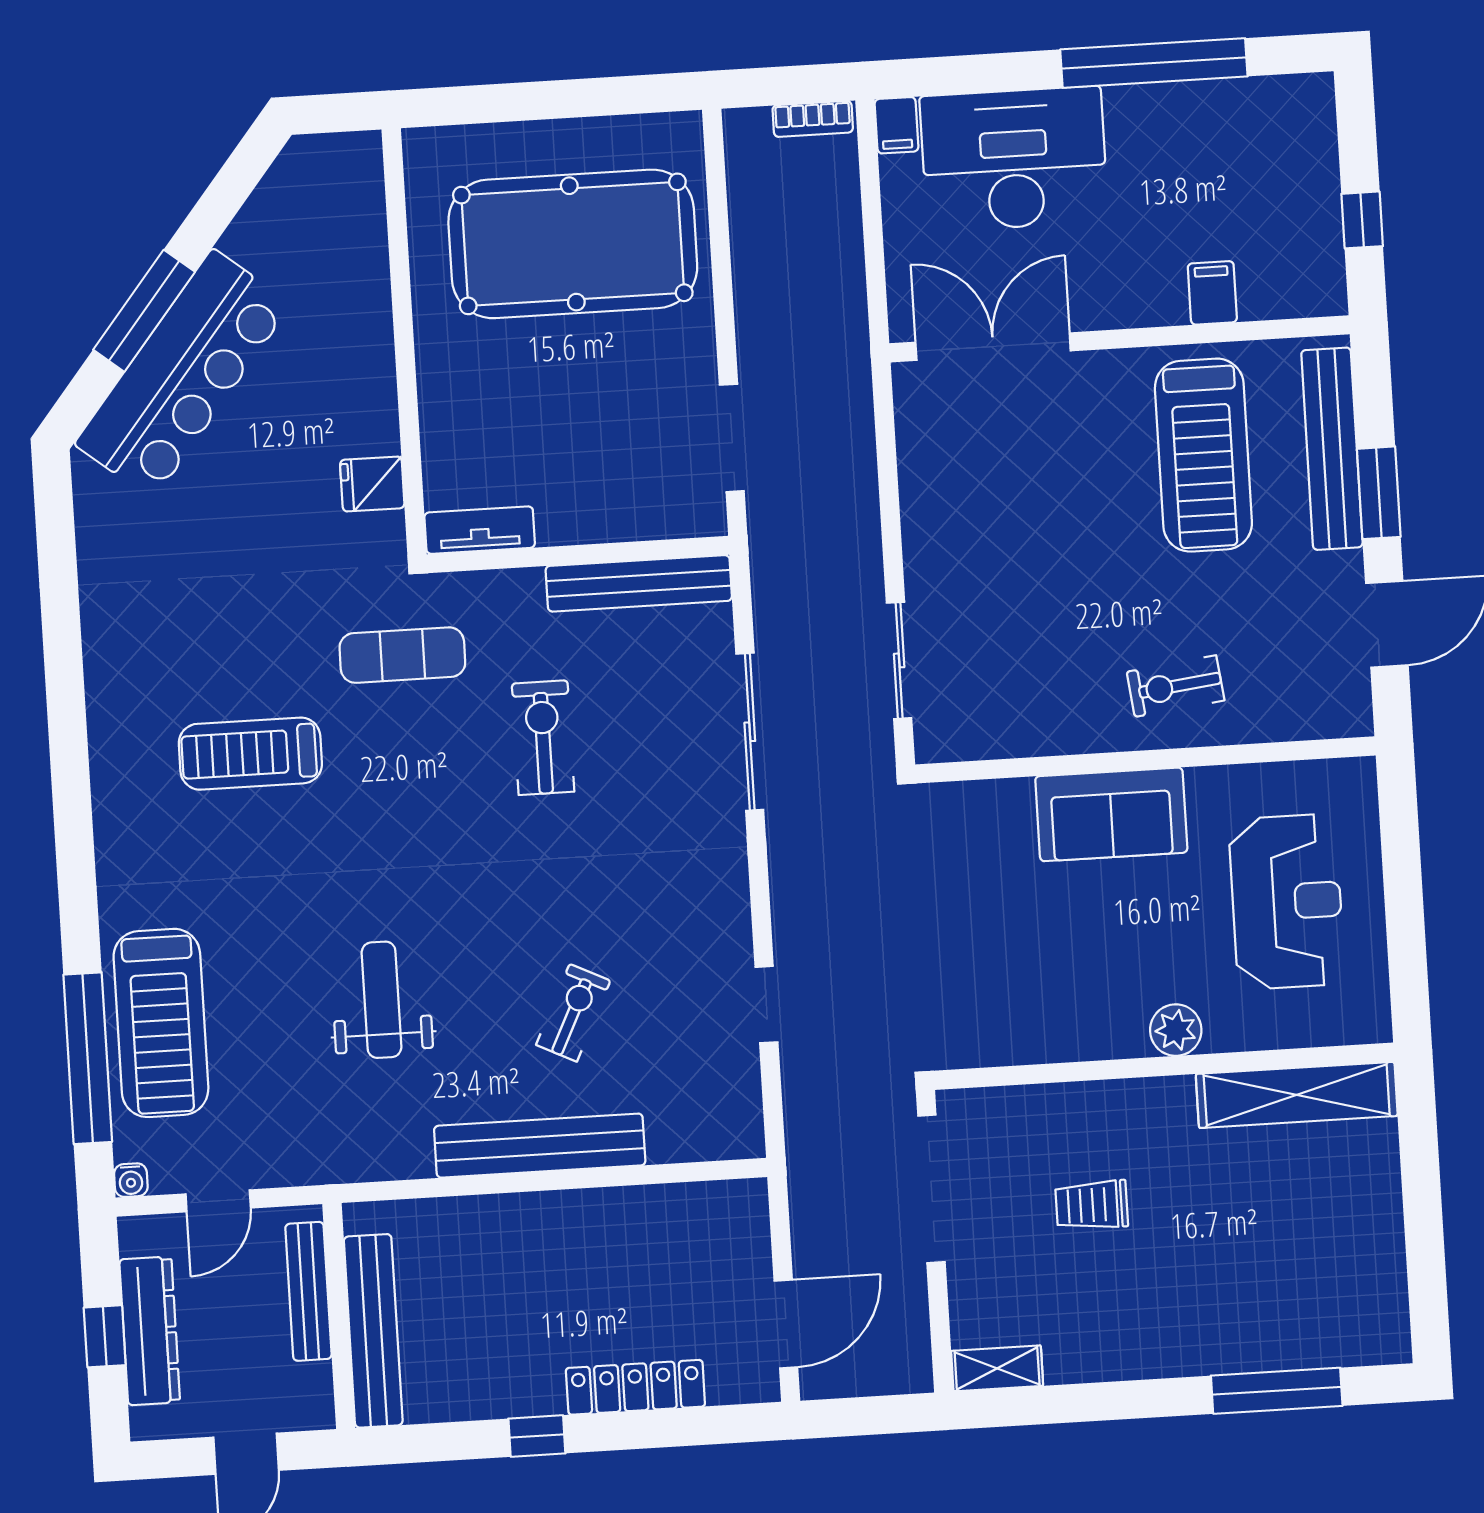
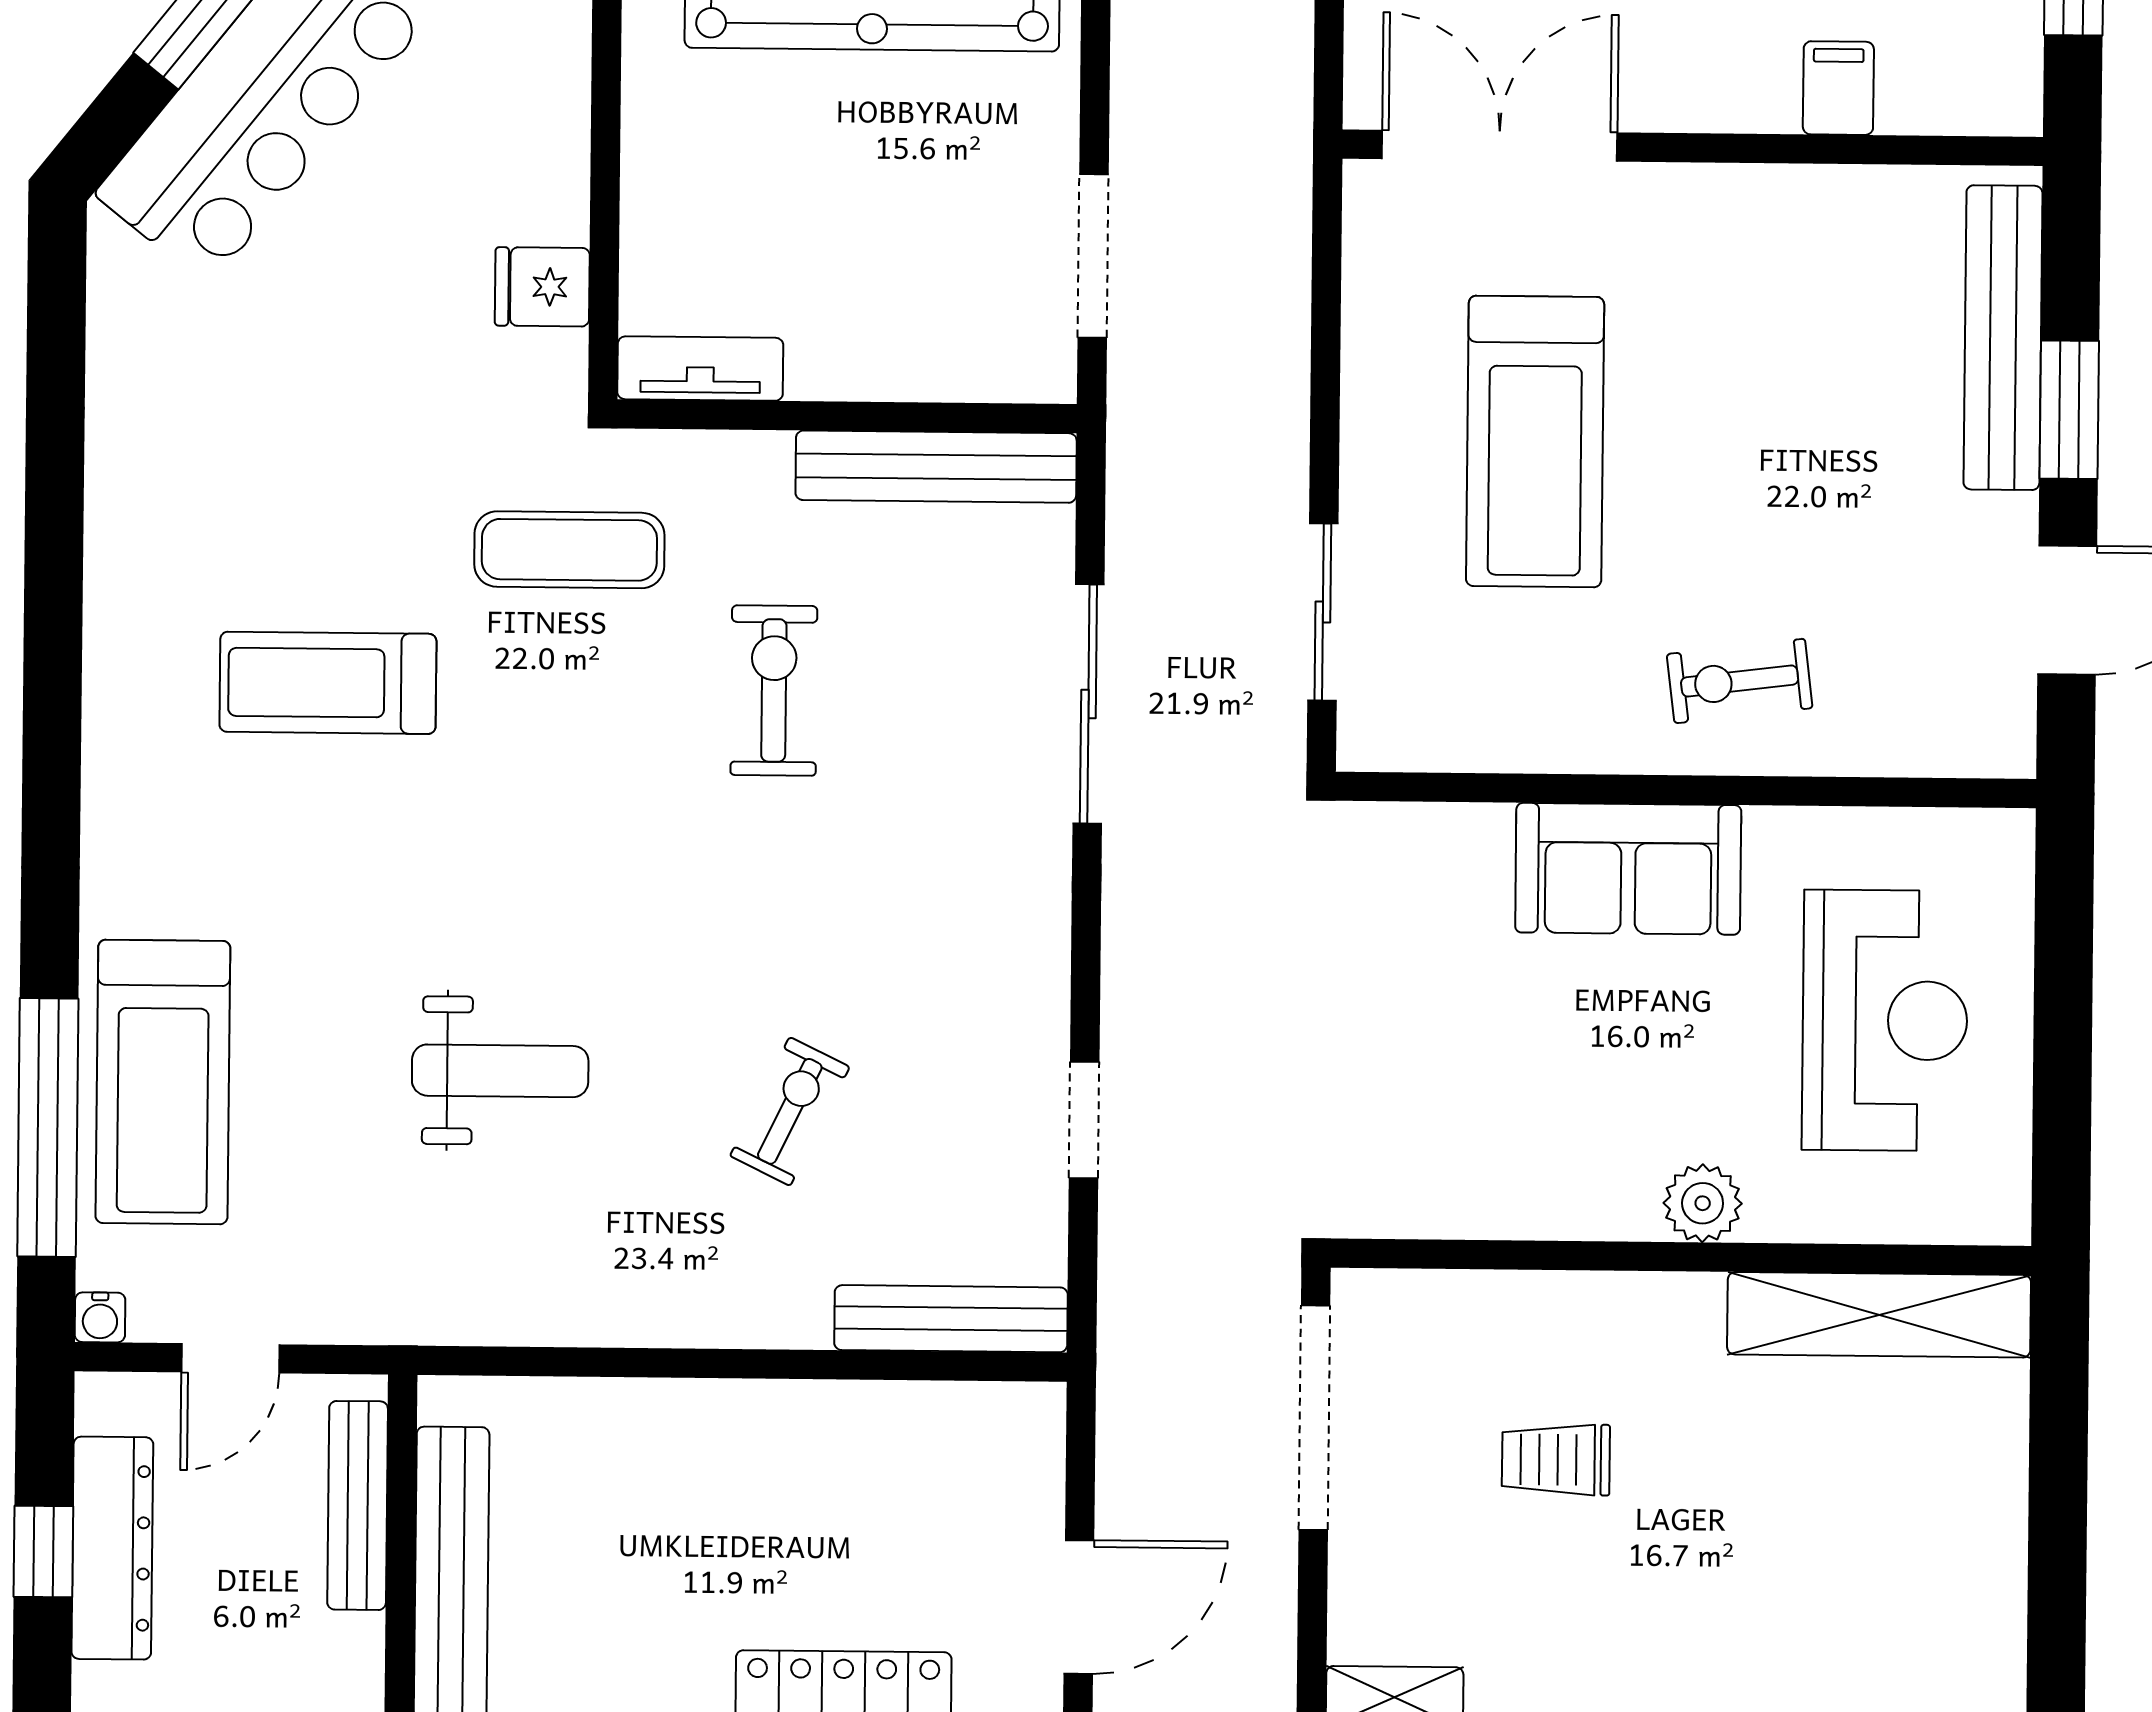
treadmill: (1203, 455) -> (1535, 441), moved
weight bench: (382, 1000) -> (500, 1071), turned 90
bench: (540, 1146) -> (951, 1319), moved, width x0.73, depth x0.82

